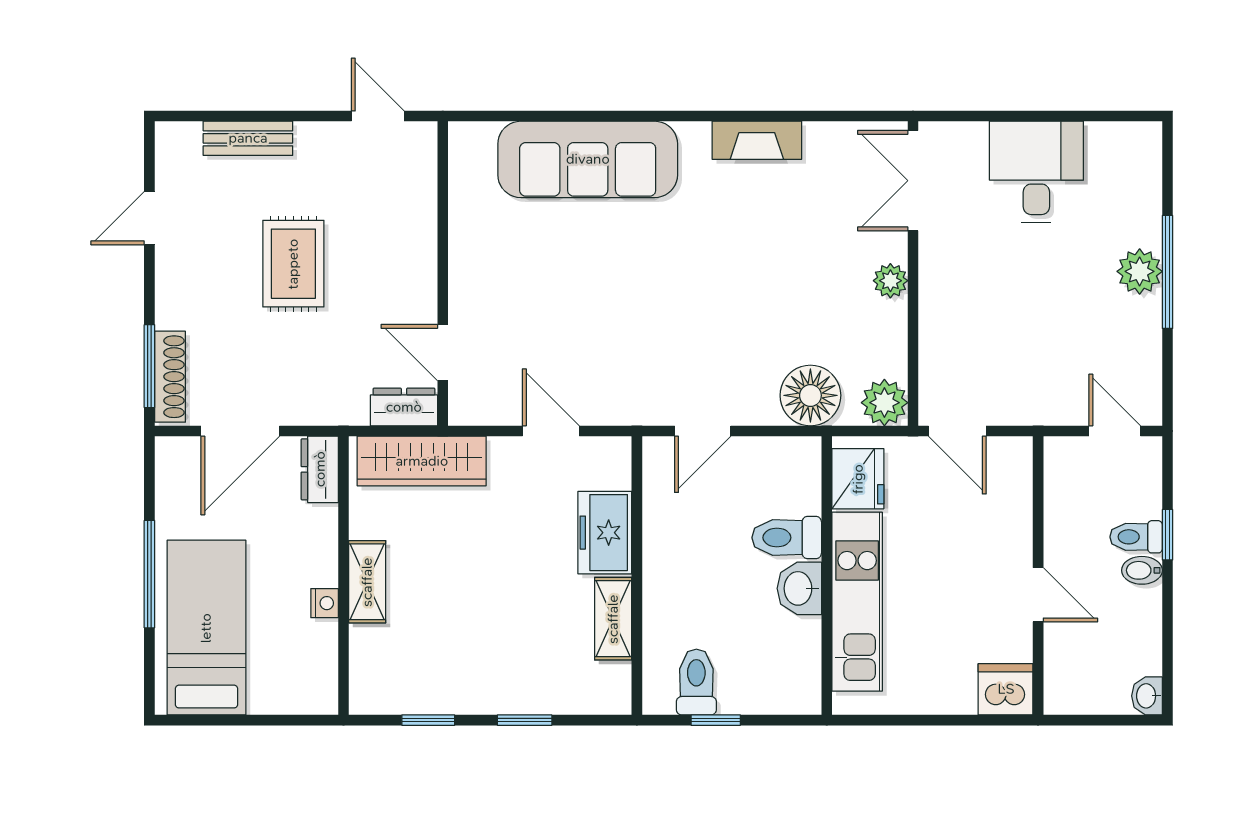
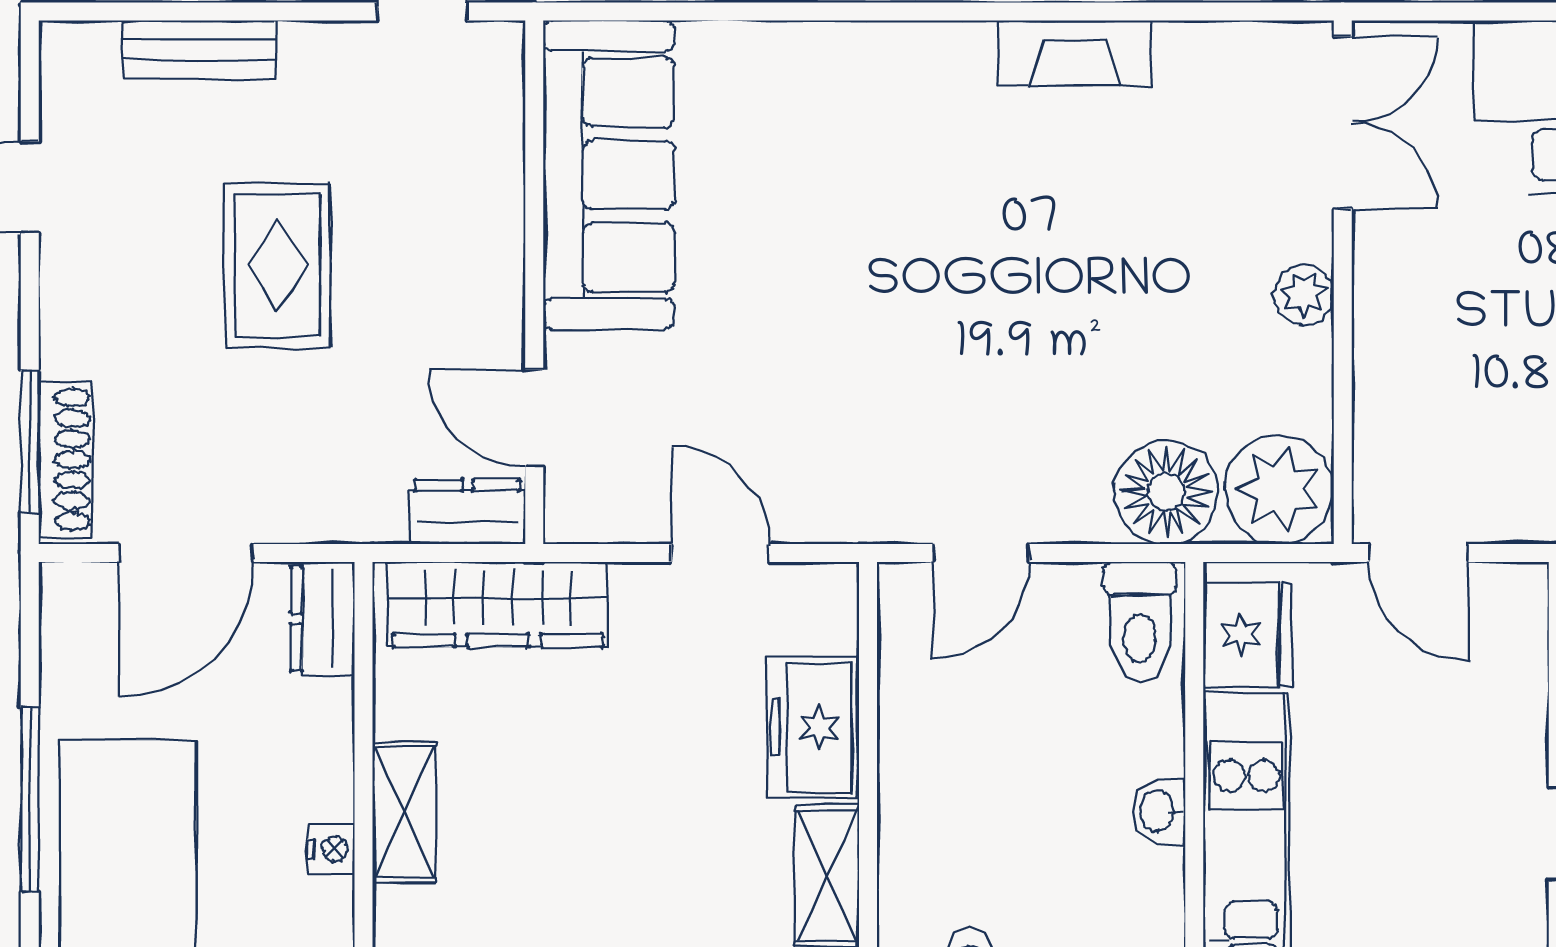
sofa: (588, 159) -> (609, 175), moved, turned -90
double door: (913, 181) -> (1343, 122), swing flipped
plant: (884, 403) -> (1279, 489), width x1.36, depth x1.36
toilet: (787, 538) -> (1140, 622), moved, turned -90
washbasin: (799, 588) -> (1159, 811), width x0.72, depth x0.69

